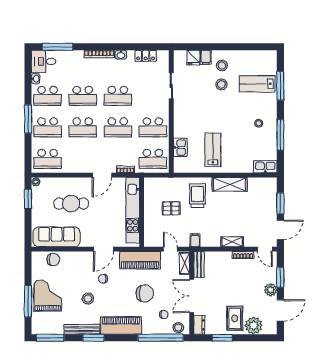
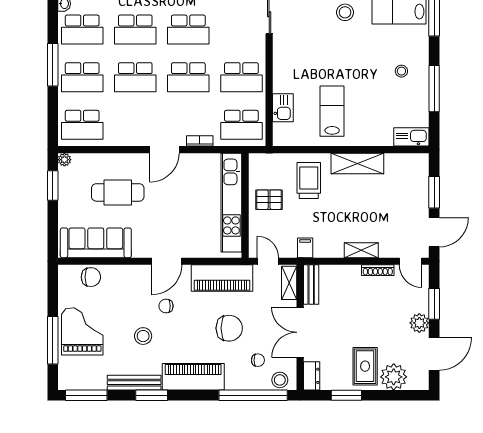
kitchen unit: (133, 210) -> (231, 203), moved
wall: (142, 212) -> (245, 205), moved

